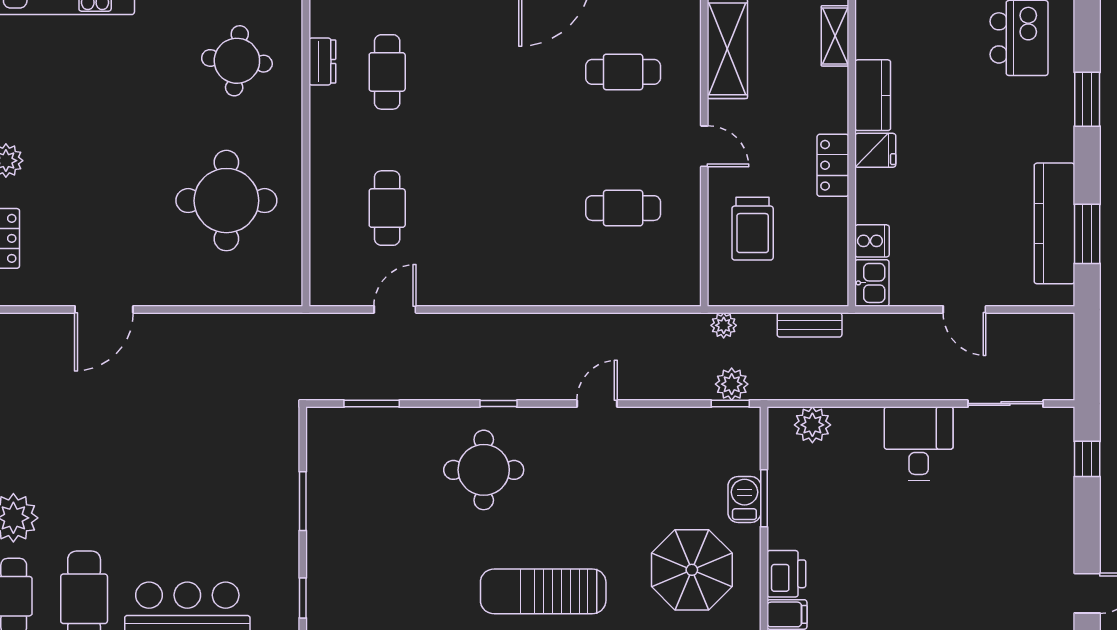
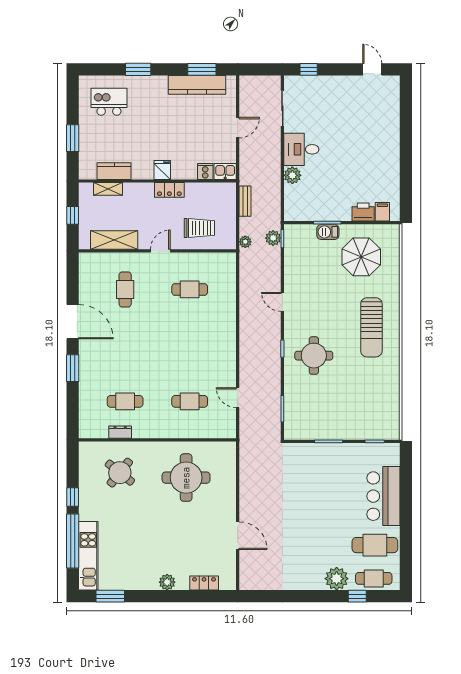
round table: (237, 61) -> (120, 473), turned 33
kitchen counter: (873, 95) -> (114, 171), moved
cafe table: (623, 208) -> (190, 289), turned 90
plant: (812, 425) -> (292, 175), moved

